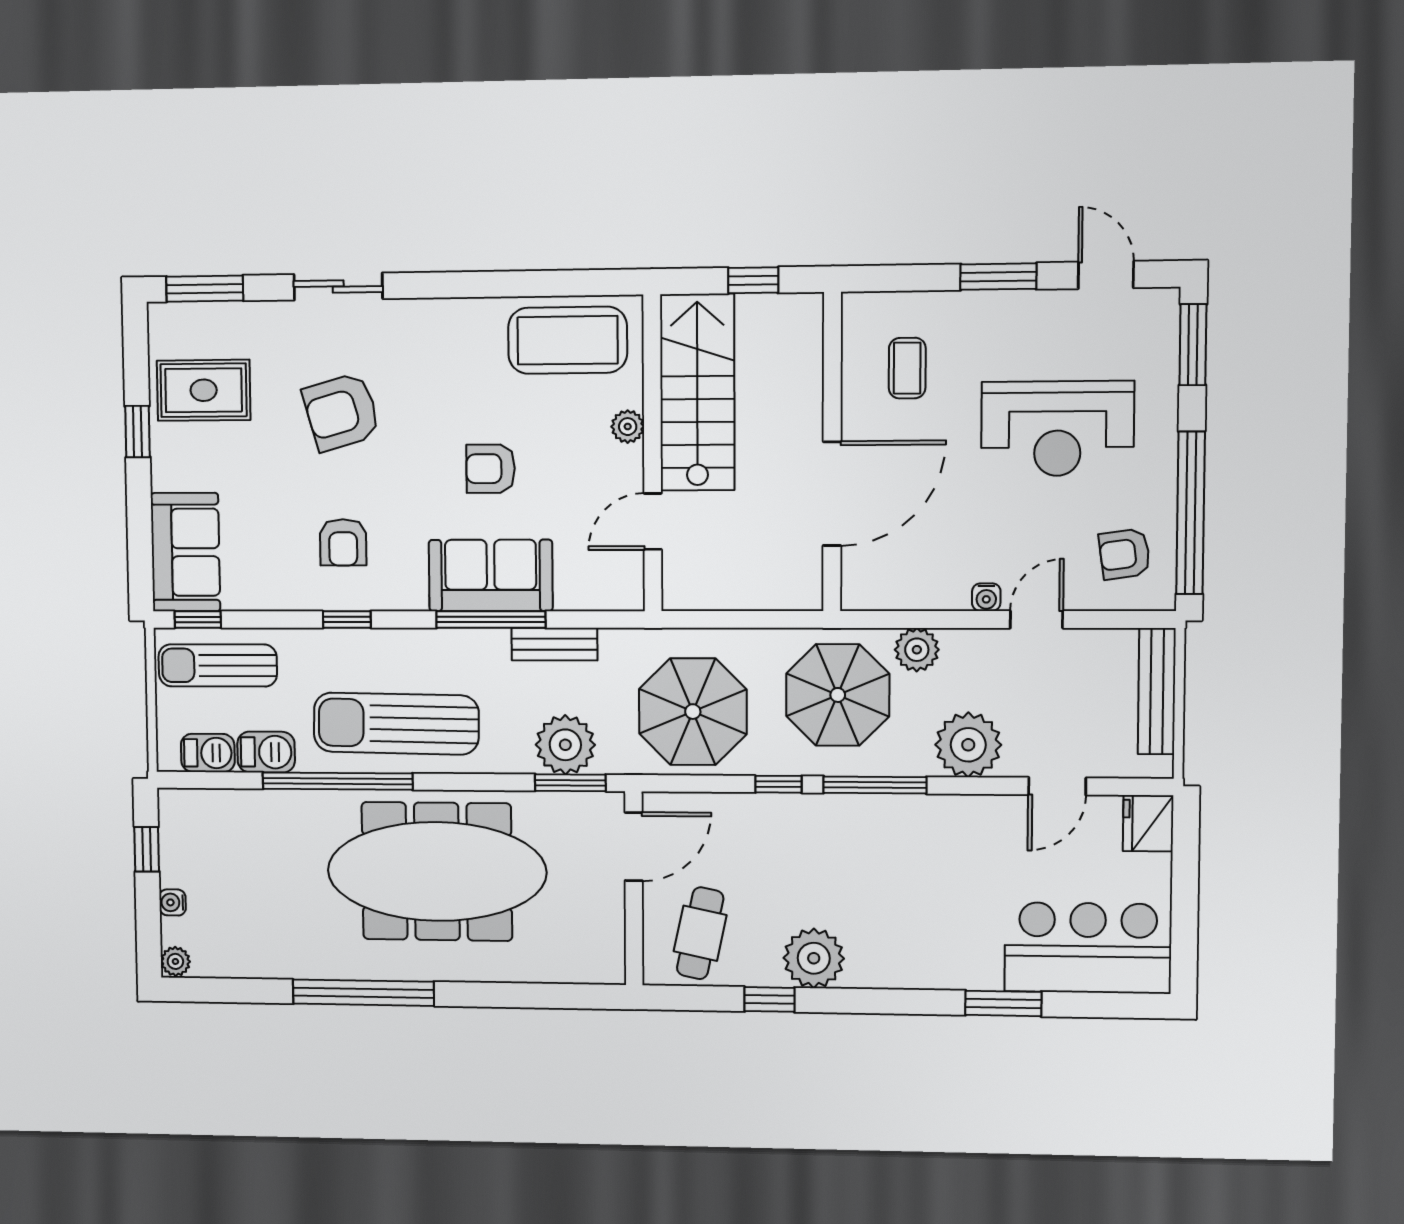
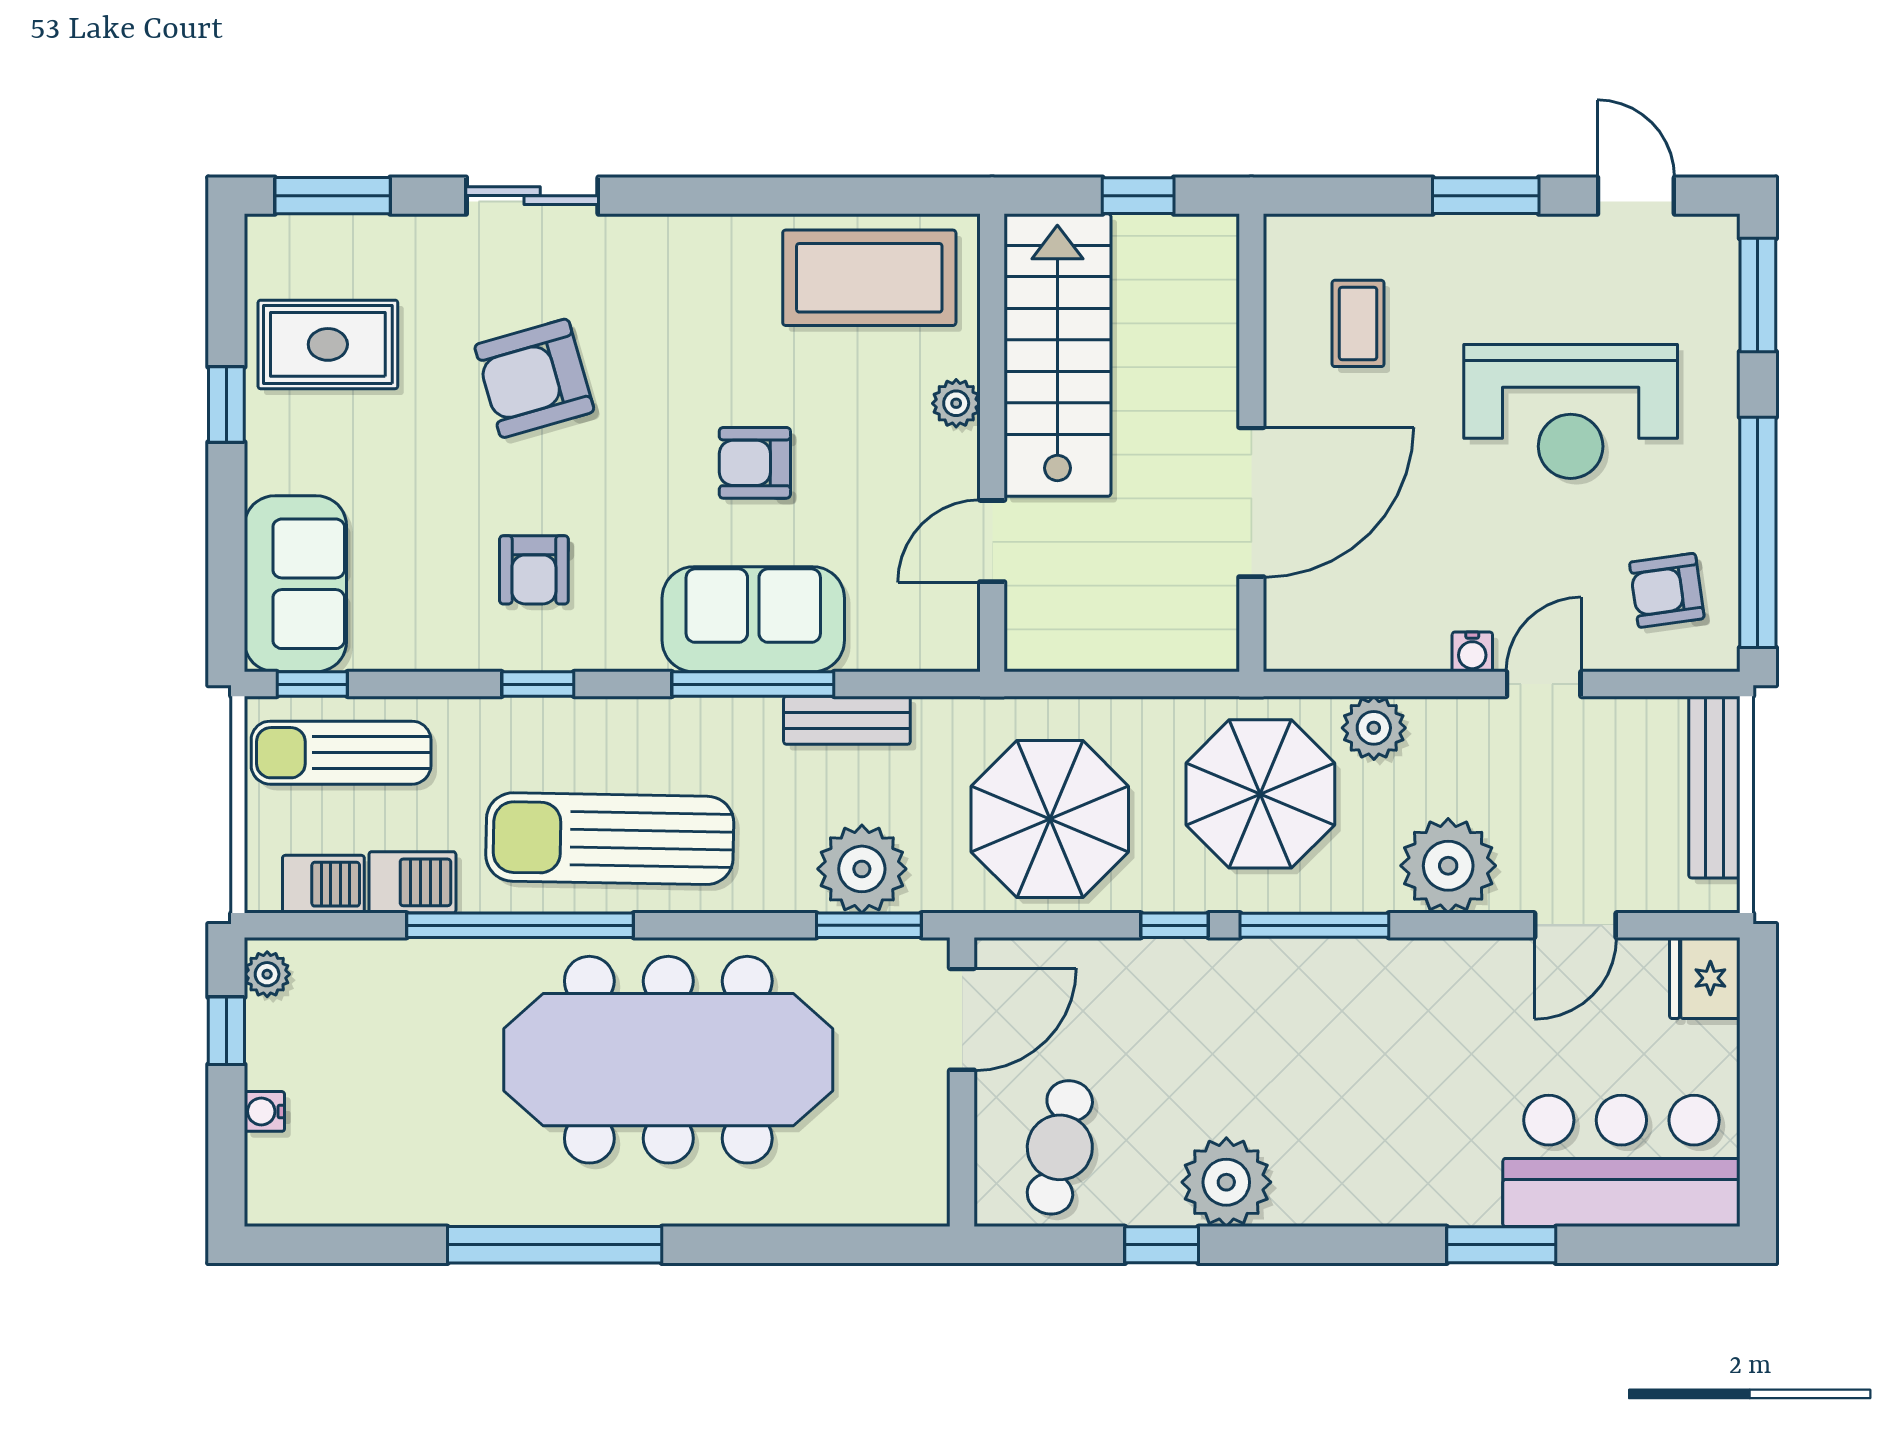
plant: (175, 961) -> (267, 974), moved

